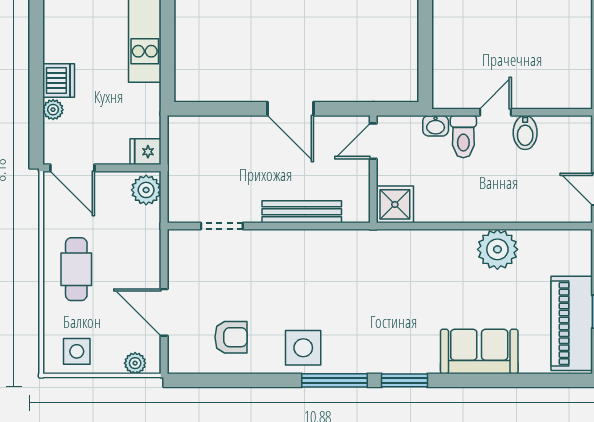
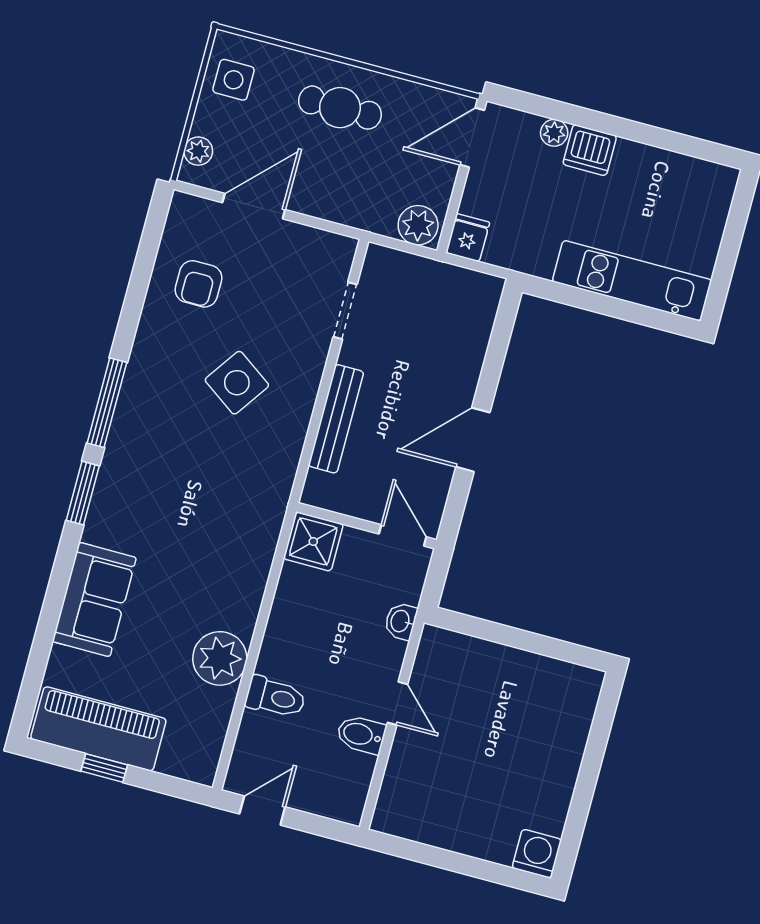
toilet: (463, 137) -> (275, 697), moved, turned 180
side table: (303, 348) -> (237, 383), moved, turned 35

